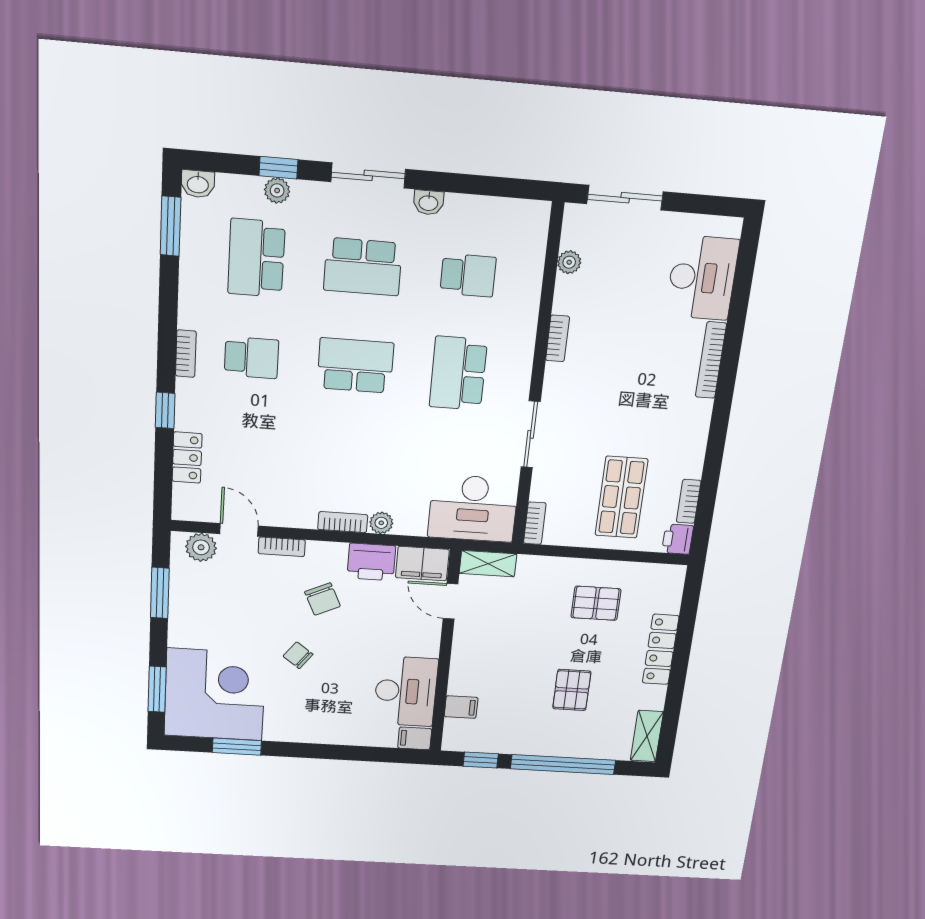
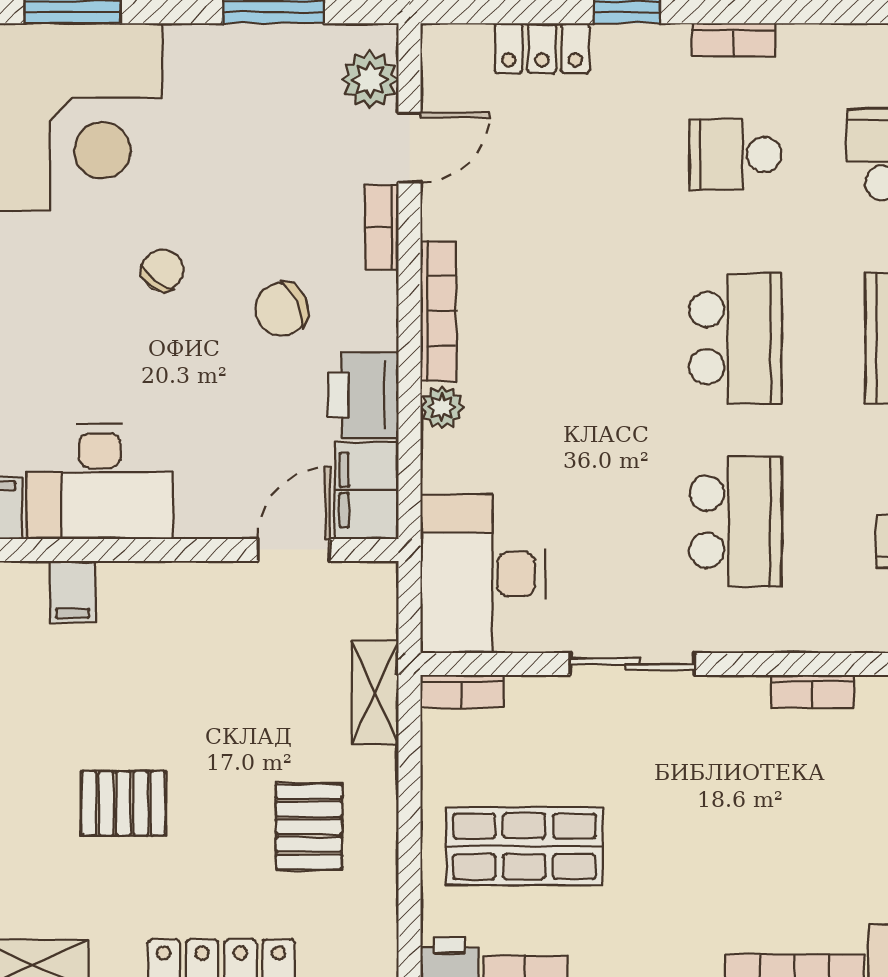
school desk: (251, 358) -> (735, 155), turned 90
school desk: (458, 373) -> (735, 522), turned 90
bookcase: (343, 522) -> (438, 311), width x1.56
shelving: (488, 564) -> (375, 692), moved

